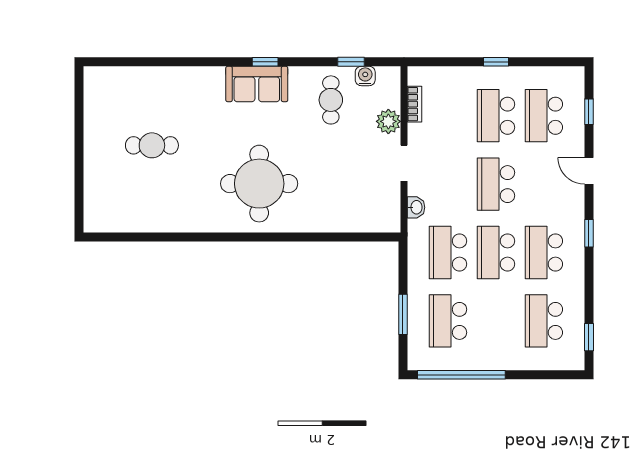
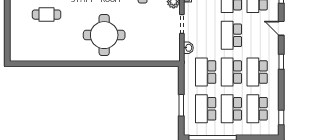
school desk: (496, 321) -> (231, 109), added

